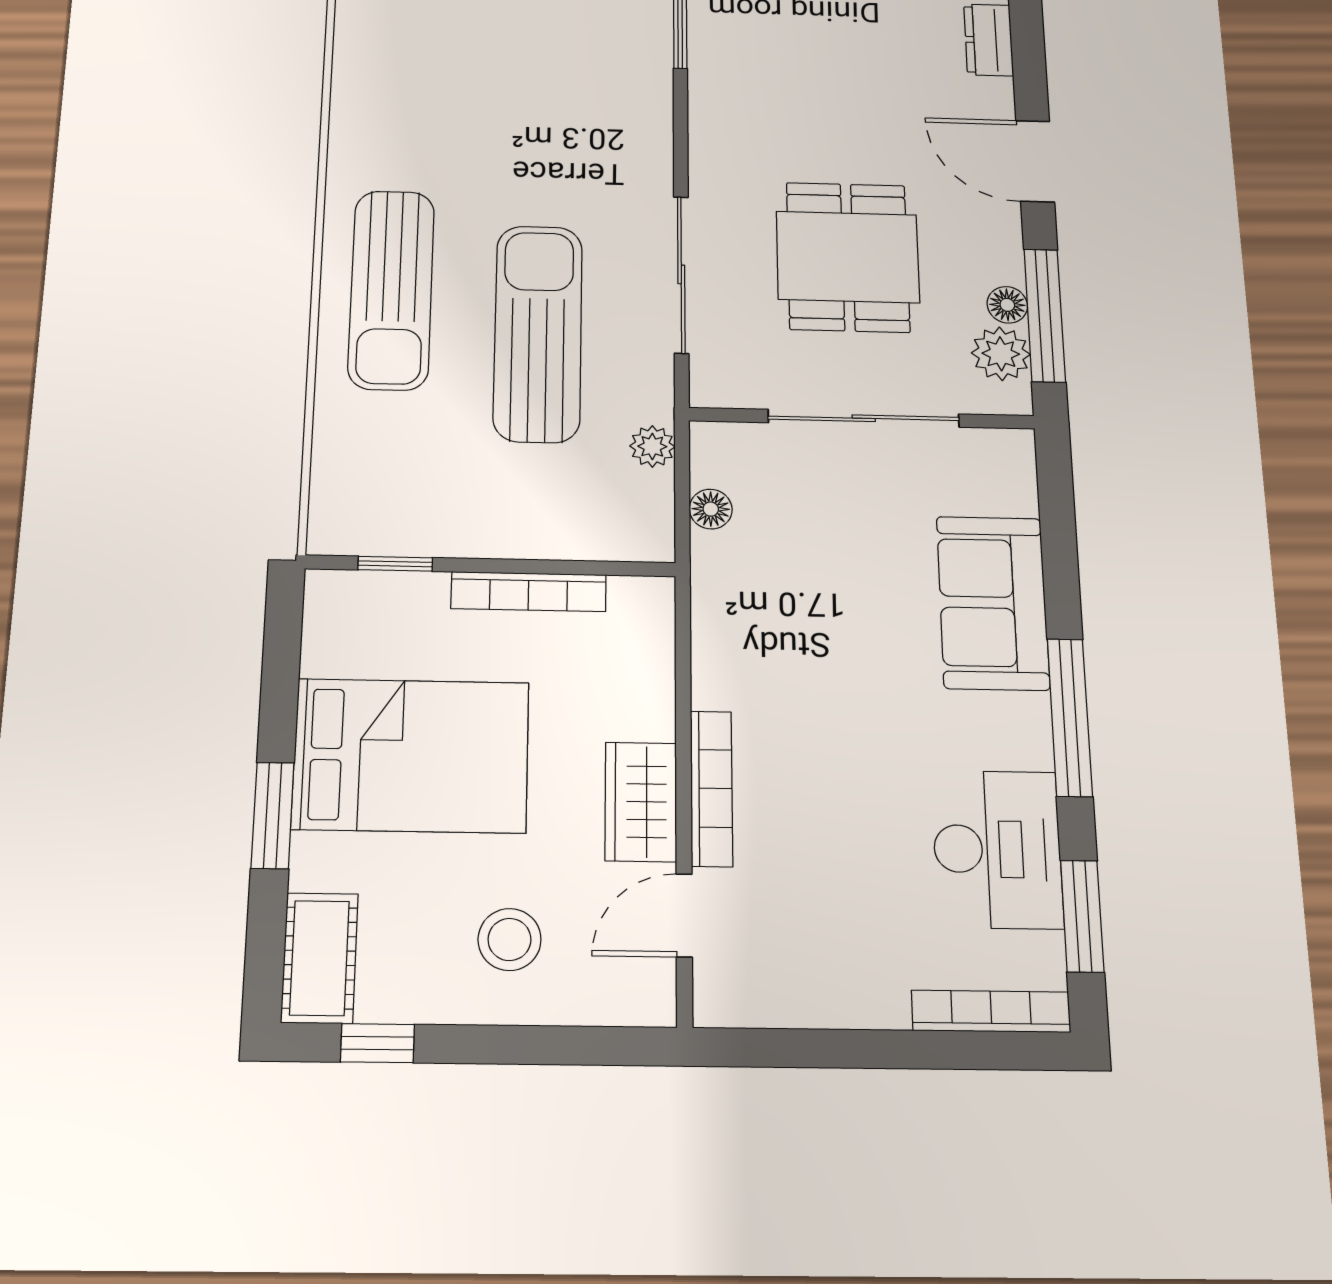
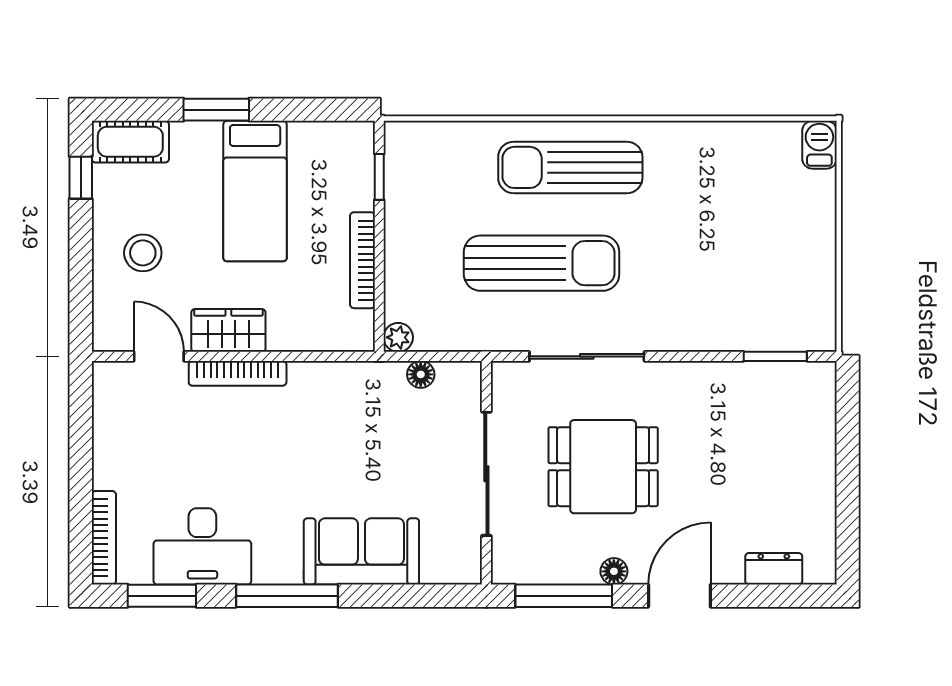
floor lamp: (1007, 305) -> (614, 571), moved
plant: (1001, 354) -> (535, 565), removed
plant: (652, 446) -> (398, 337), moved
bed: (411, 755) -> (255, 191), width x0.67

